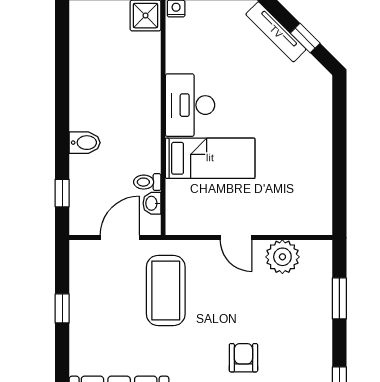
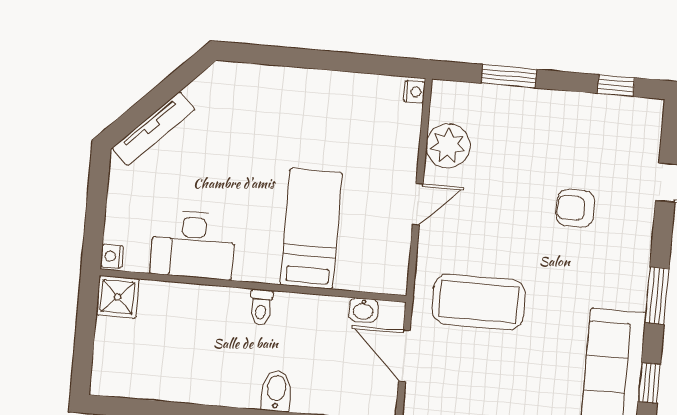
window: (305, 38) -> (165, 91), removed
desk: (190, 105) -> (193, 245), moved
toilet: (147, 182) -> (261, 307), moved
nightstand: (321, 228) -> (414, 92), added

